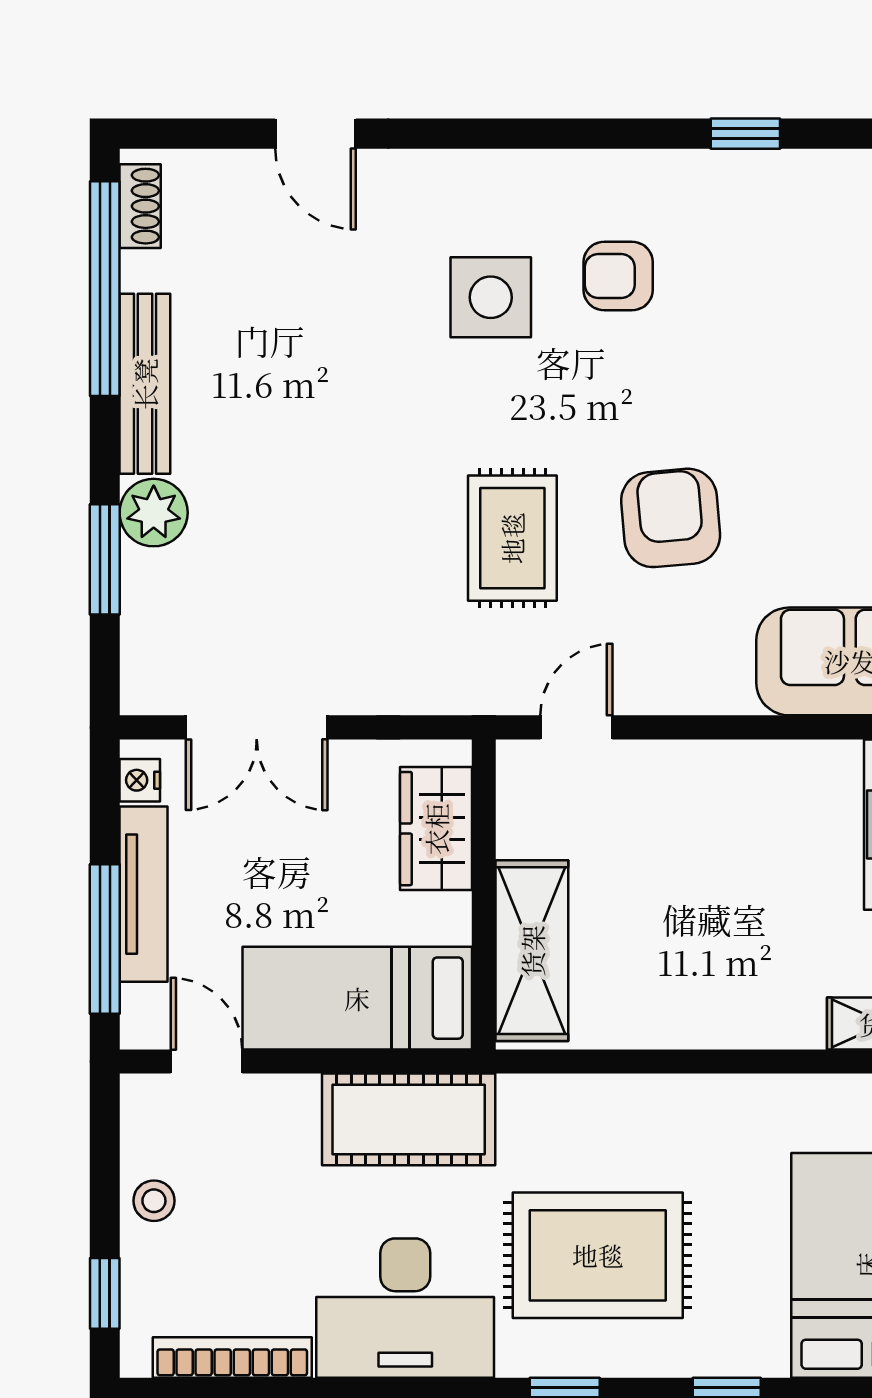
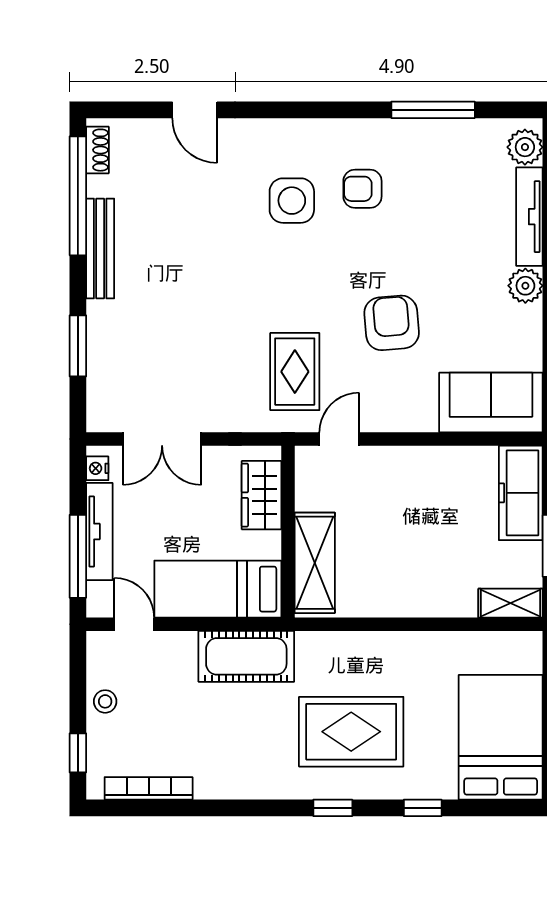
window: (745, 134) -> (433, 110), width x2.17
plant: (154, 513) -> (105, 320), removed
rug: (512, 538) -> (295, 372), moved
desk: (405, 1308) -> (244, 761), removed

